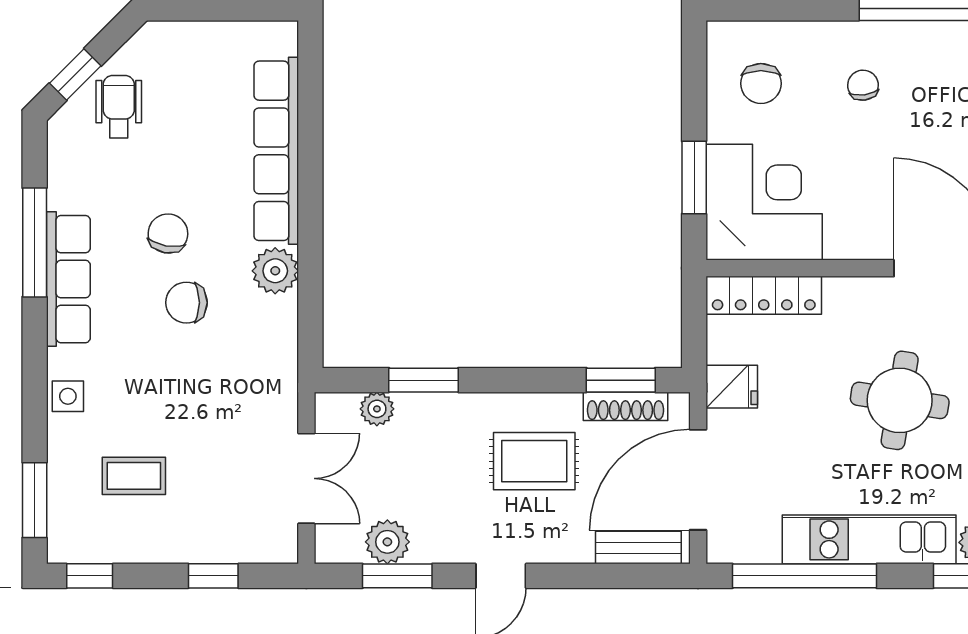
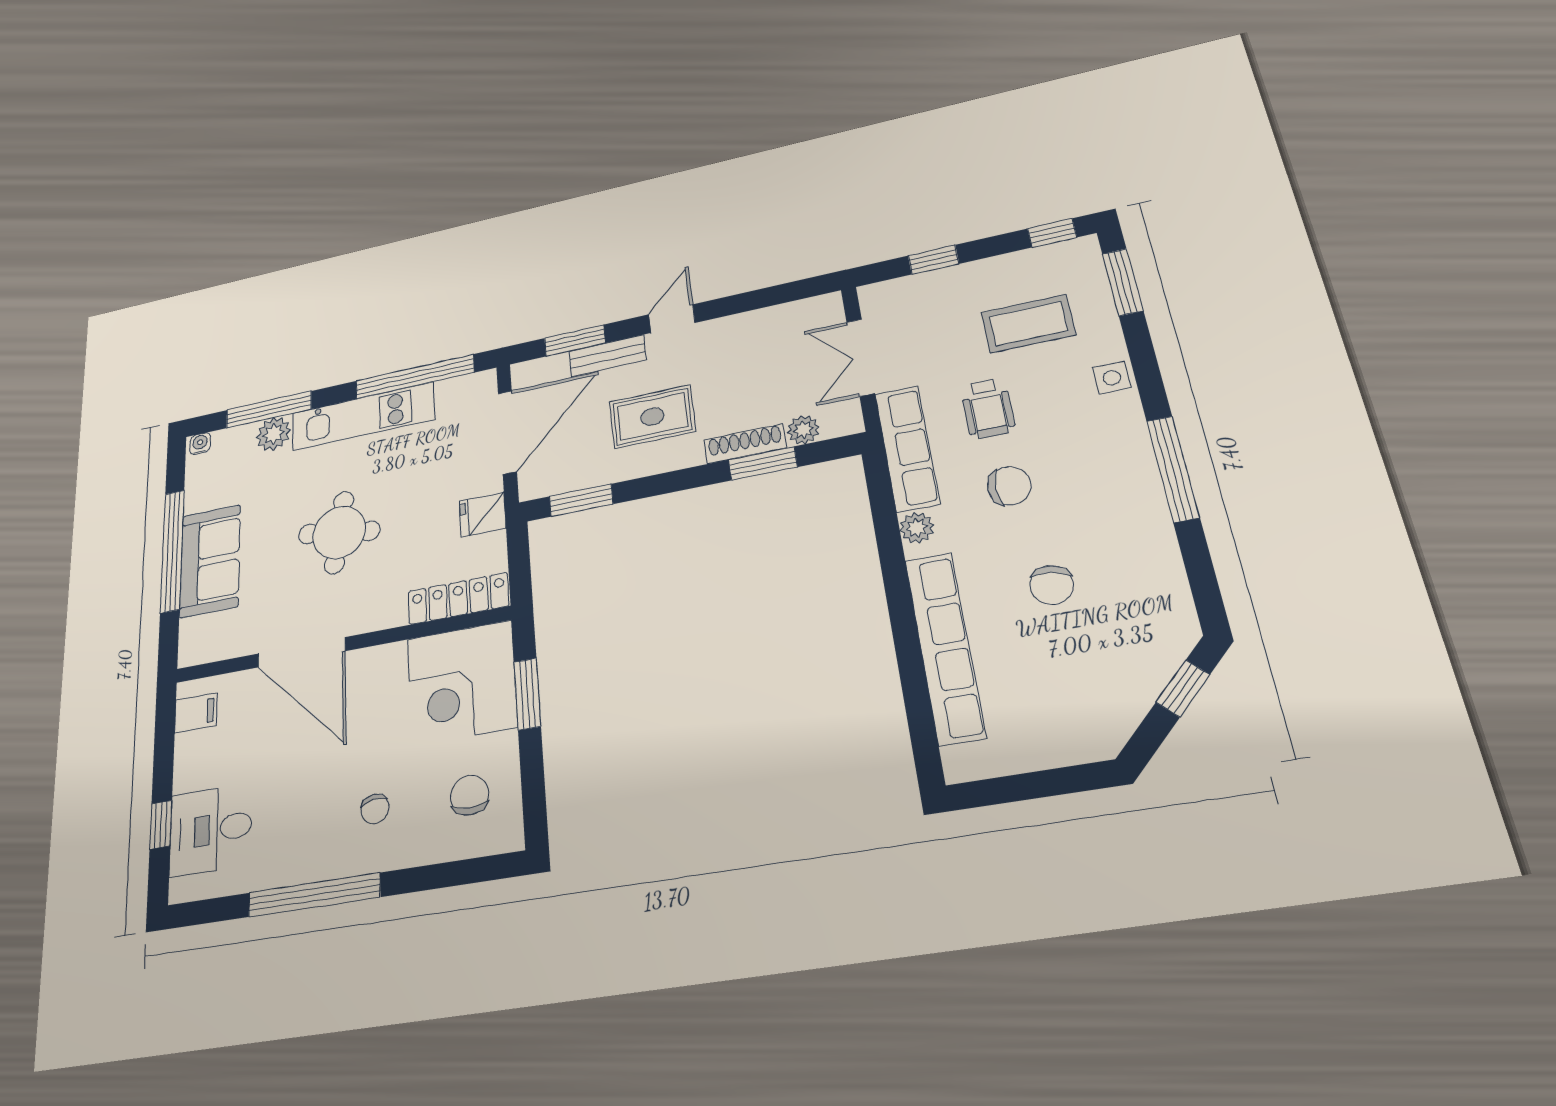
wheelchair: (119, 107) -> (988, 408), moved
chair: (168, 234) -> (1052, 585), moved
window: (35, 242) -> (1173, 469), moved
plant: (275, 271) -> (917, 528), width x0.73, depth x0.73
row of seats: (68, 279) -> (907, 448), moved, turned 180
shoe rack: (625, 406) -> (745, 444), moved
coffee table: (134, 476) -> (1028, 324), width x1.36, depth x1.30
plant: (387, 542) -> (777, 323), removed
bench: (638, 548) -> (607, 356), moved
window: (397, 576) -> (575, 341), moved

